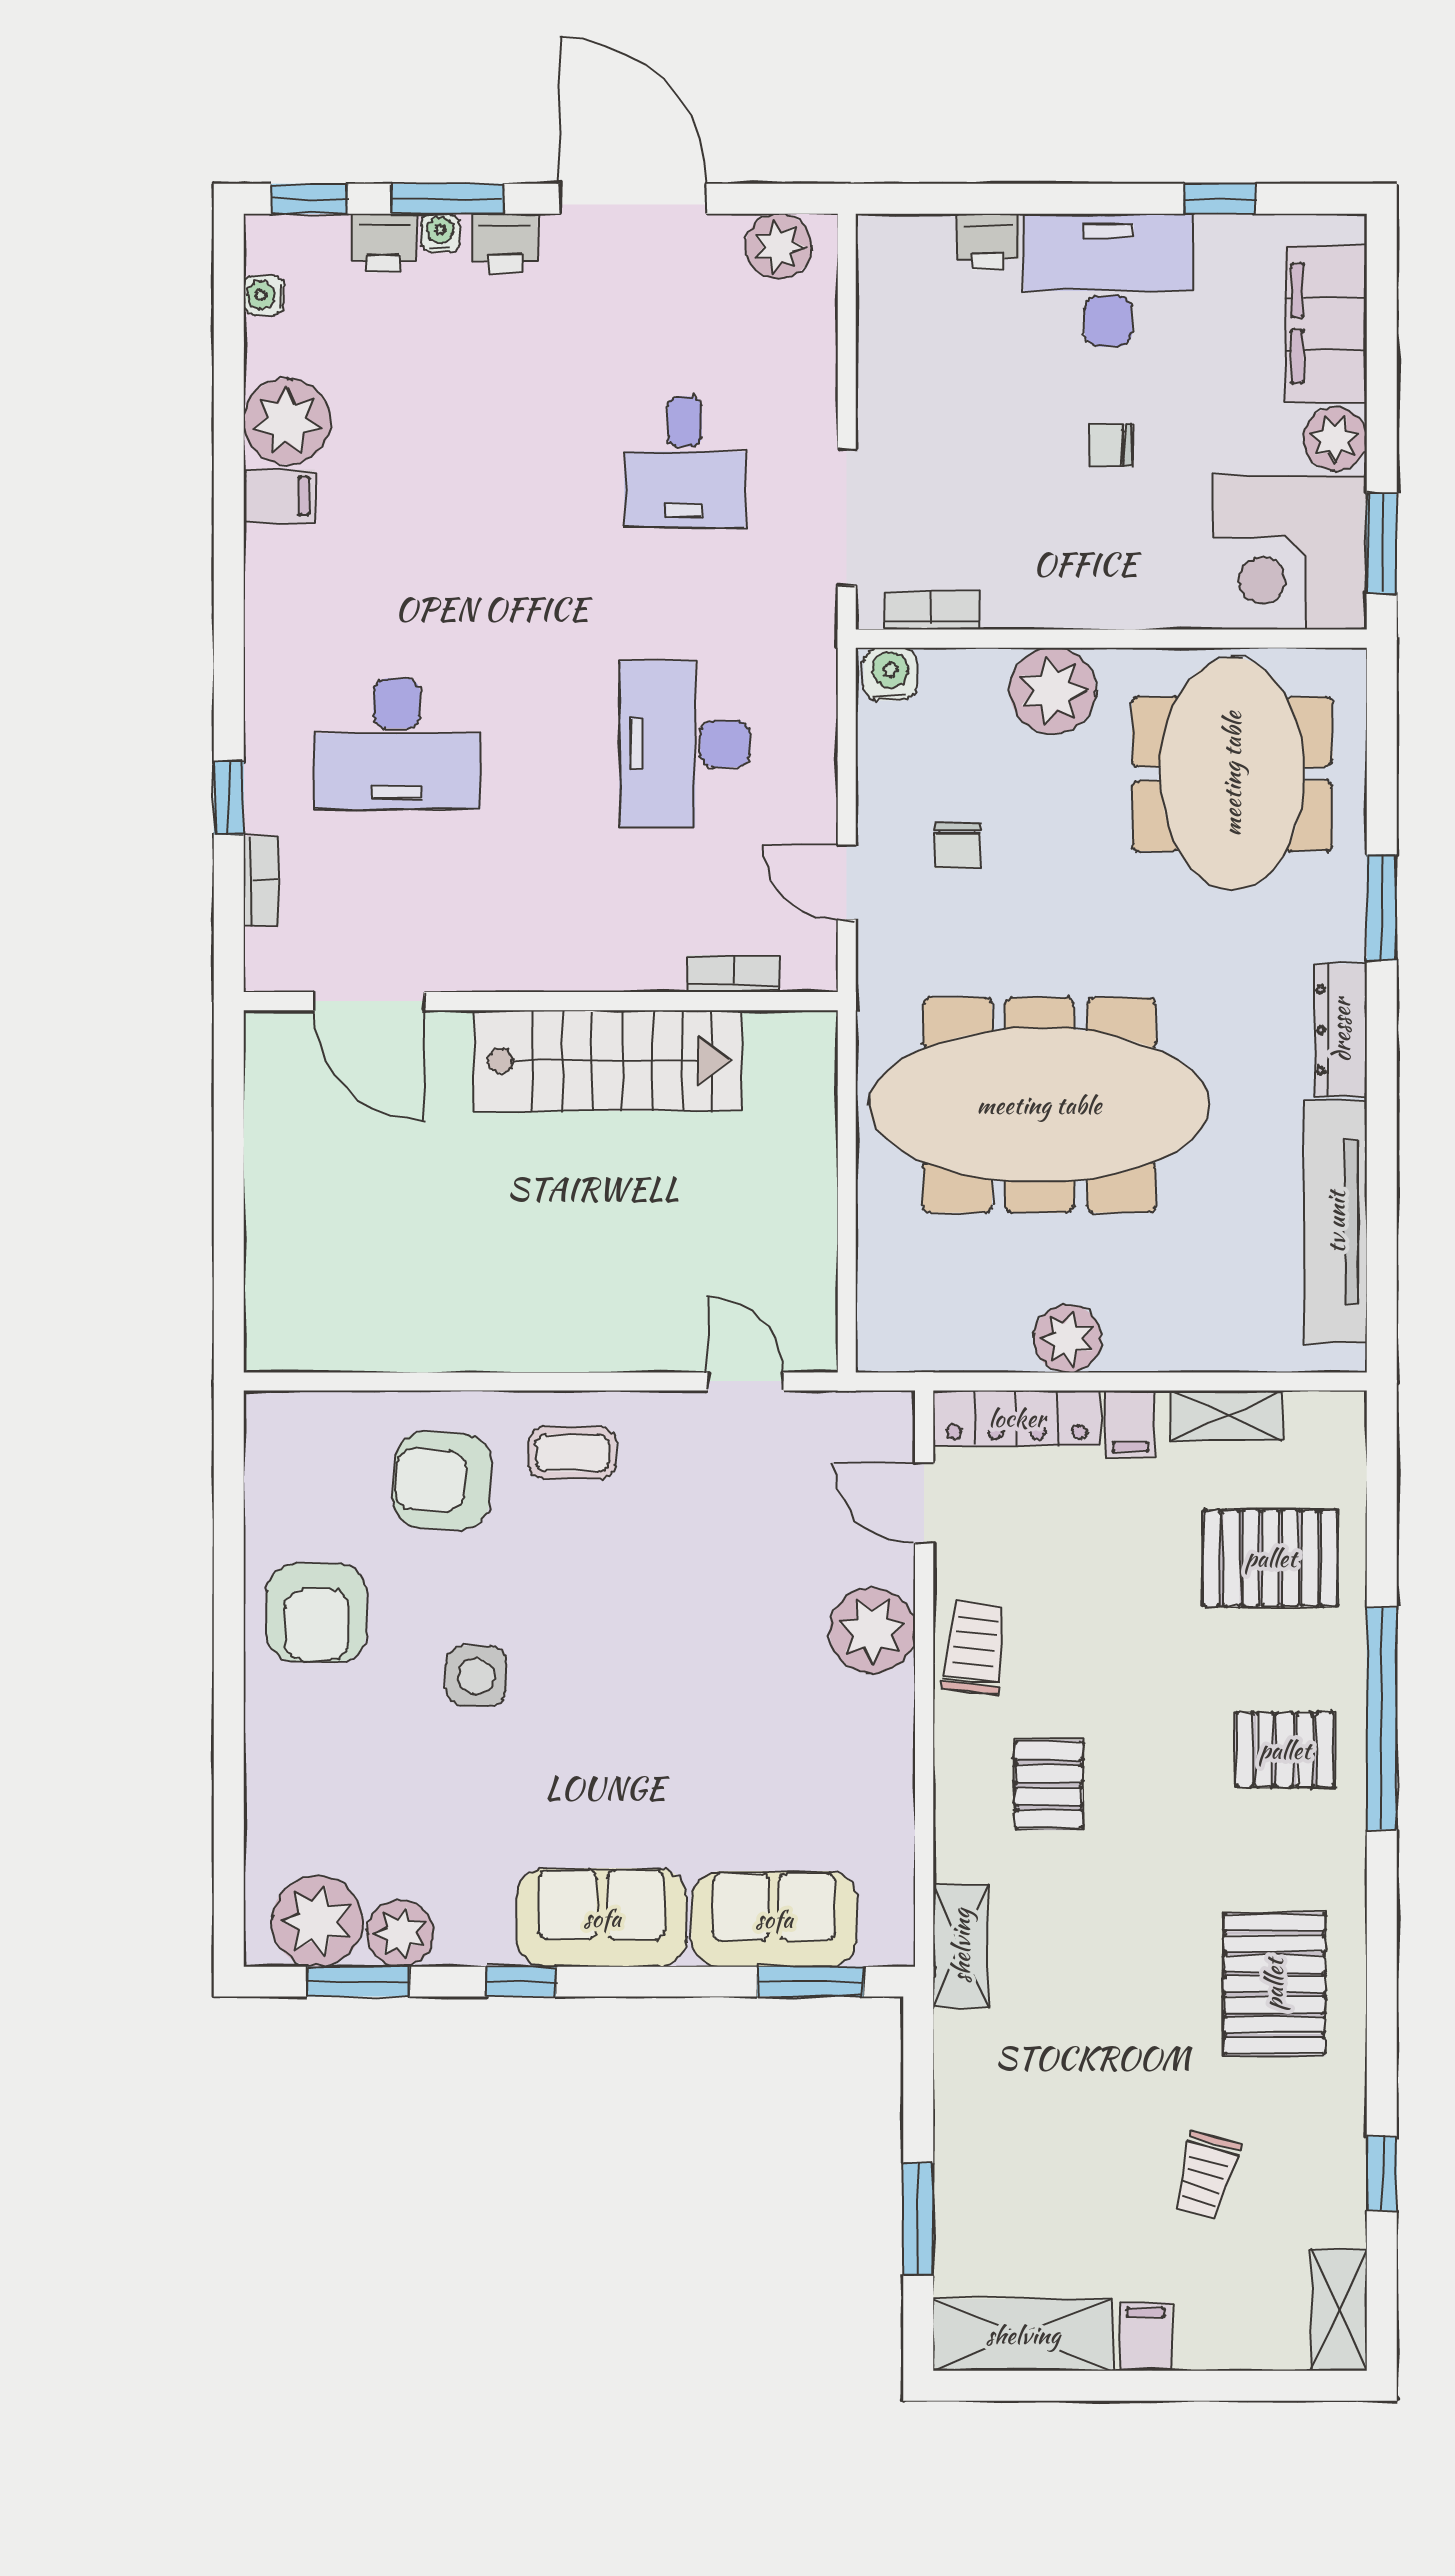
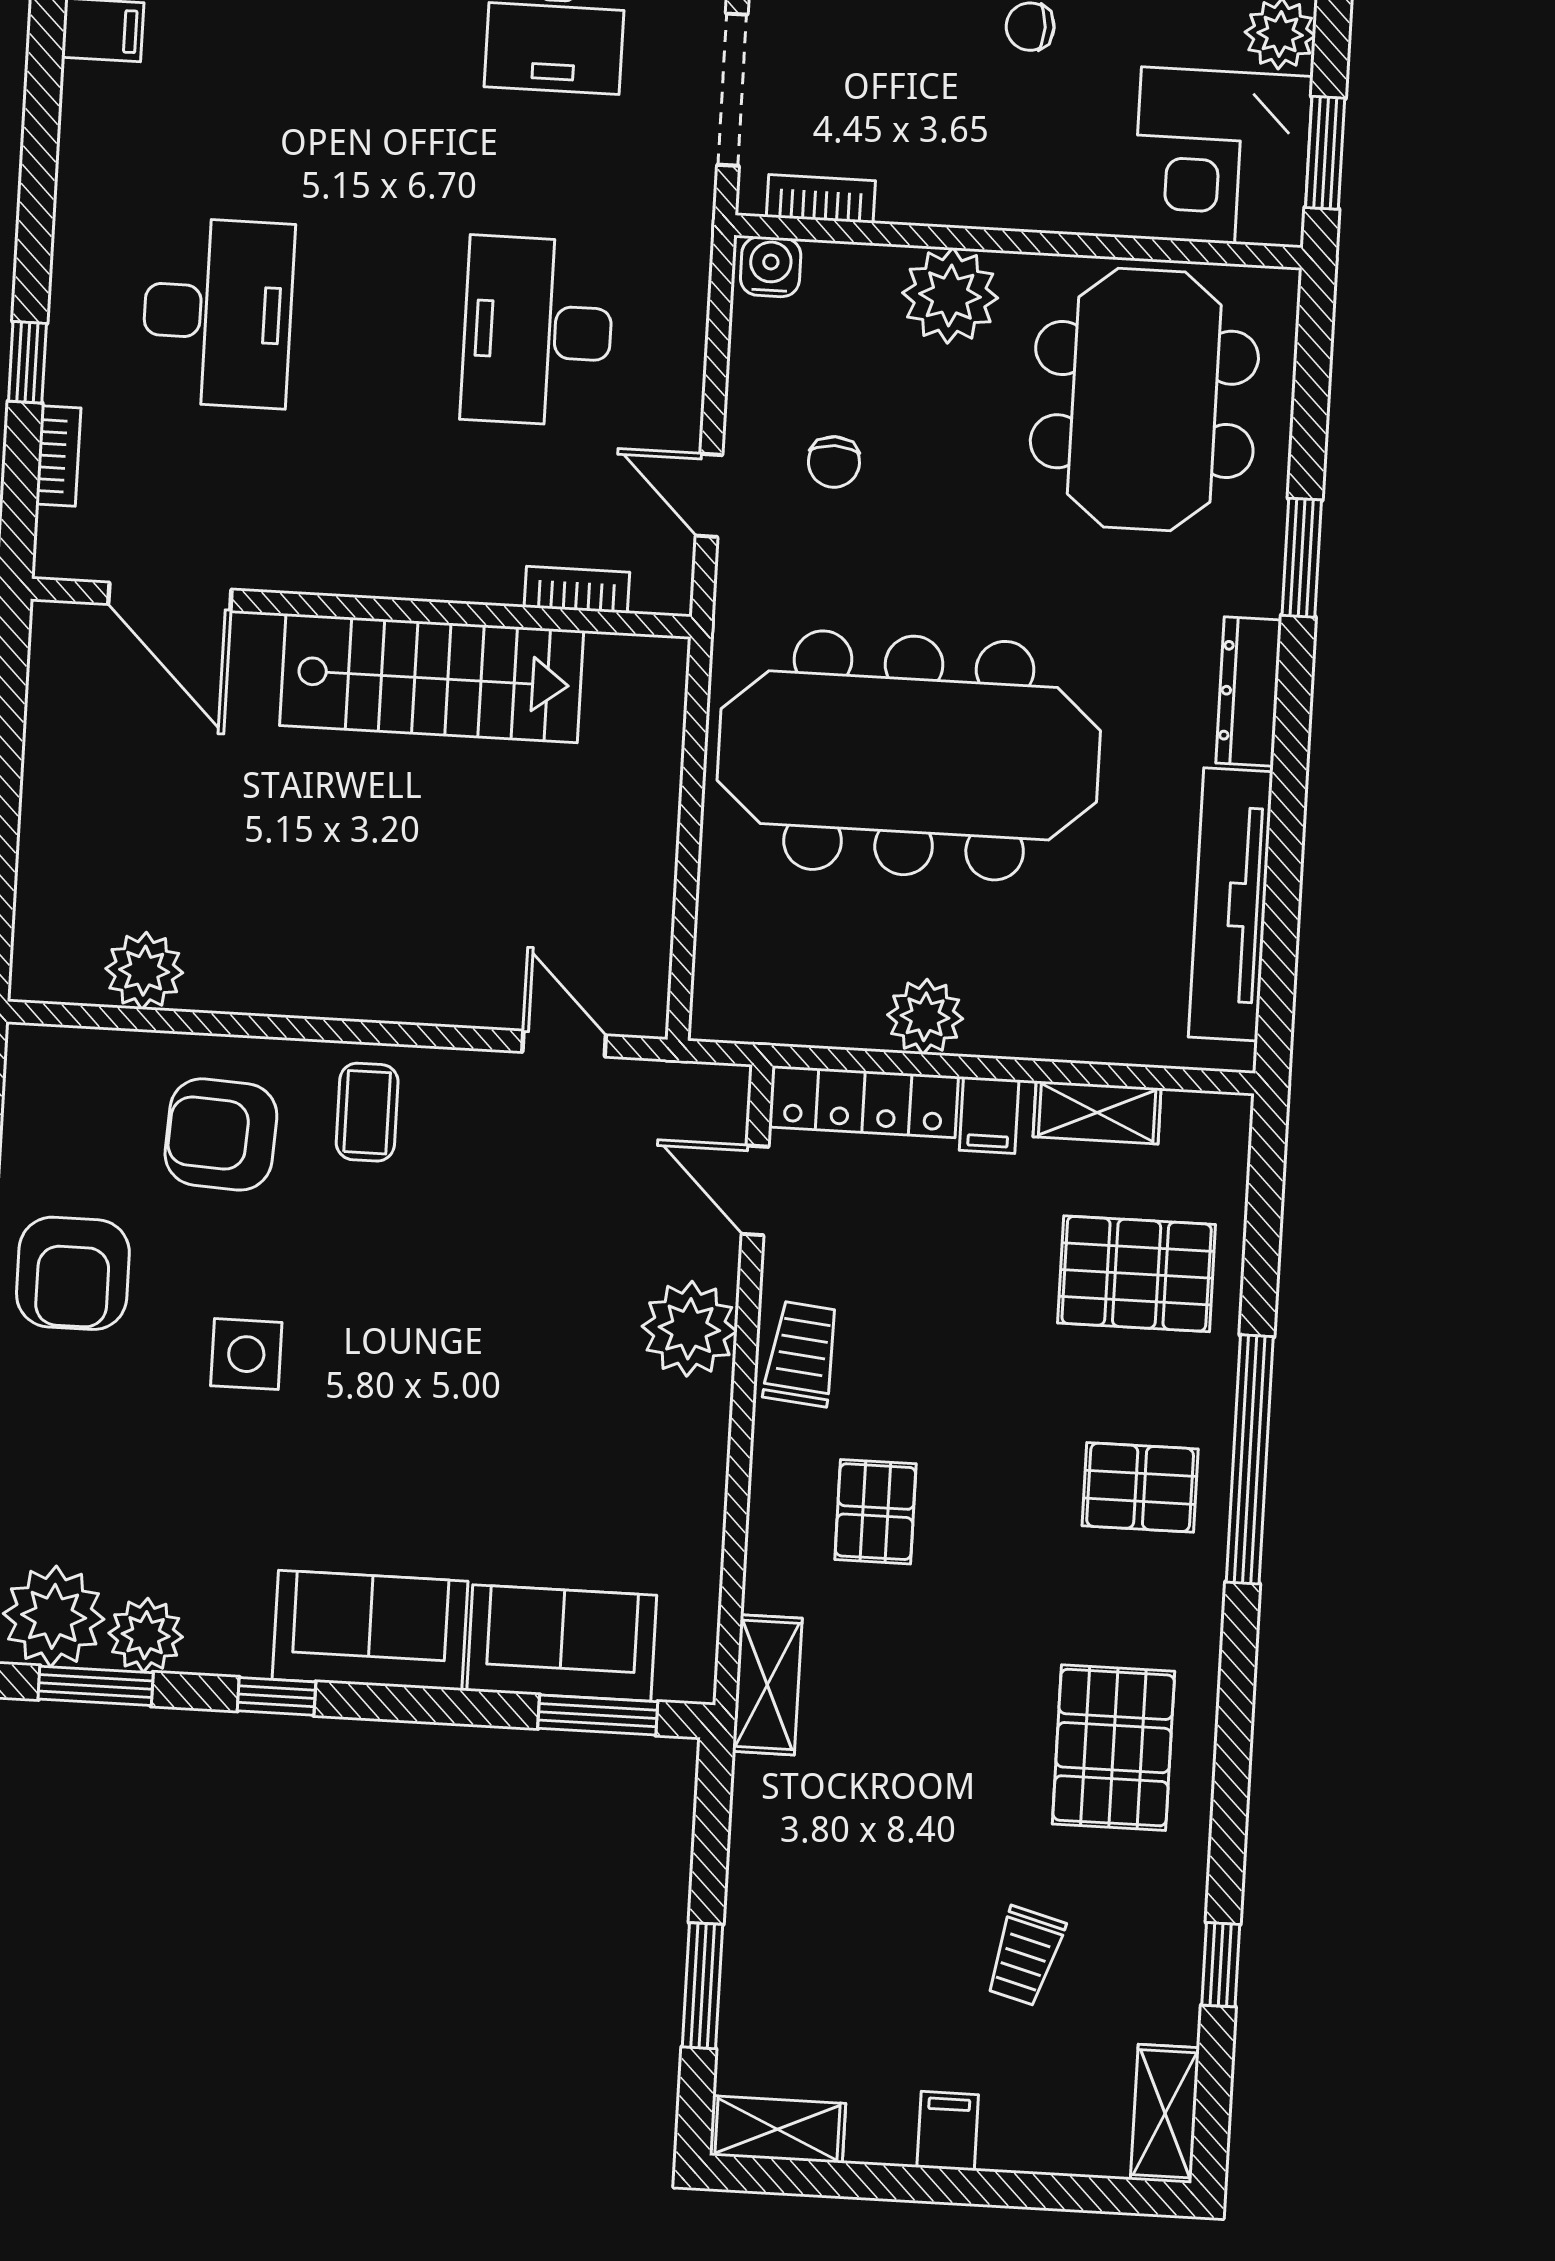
desk: (397, 744) -> (218, 313), turned -90
plant: (365, 1338) -> (144, 971), added
coffee table: (572, 1453) -> (367, 1112), turned 90
shelving: (1023, 2335) -> (778, 2129), width x0.67, depth x0.75

